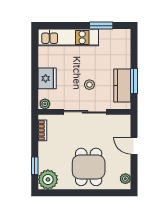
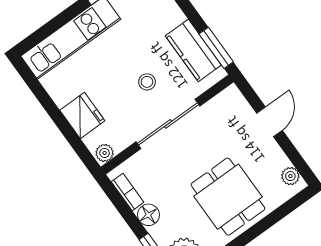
window: (134, 81) -> (216, 48), moved
door: (134, 146) -> (269, 122), swing flipped
floor lamp: (45, 148) -> (148, 215), added

